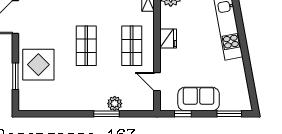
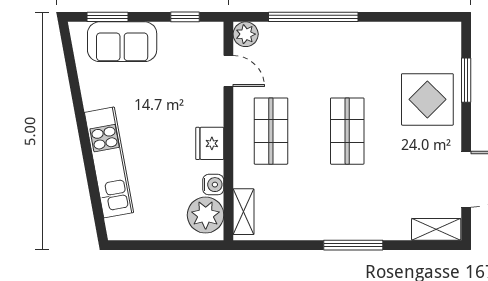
water cooler: (166, 14) -> (213, 185), added
sofa: (199, 99) -> (122, 42), moved
plant: (115, 104) -> (246, 34), moved
window: (106, 114) -> (313, 17), width x2.11

